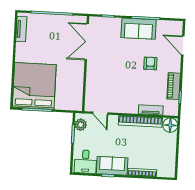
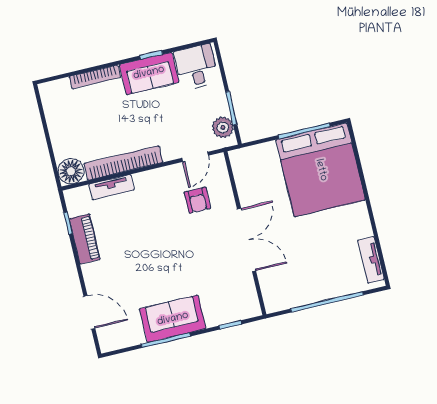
double door: (87, 42) -> (247, 240), moved
armchair: (150, 63) -> (197, 200), moved
door: (100, 113) -> (195, 157), swing flipped

